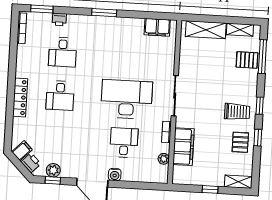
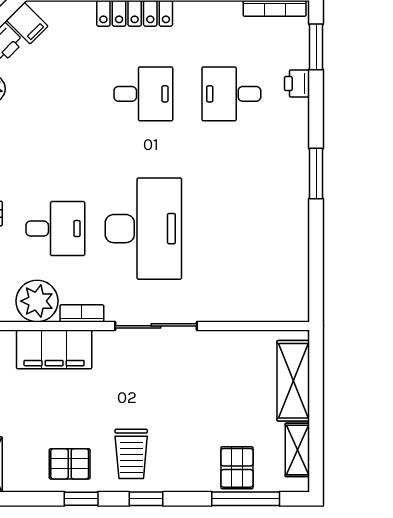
filing cabinet: (157, 27) -> (292, 282), removed
desk: (60, 95) -> (143, 94), turned 180
plant: (164, 159) -> (37, 301), width x1.88, depth x1.88

